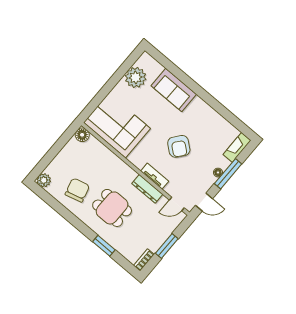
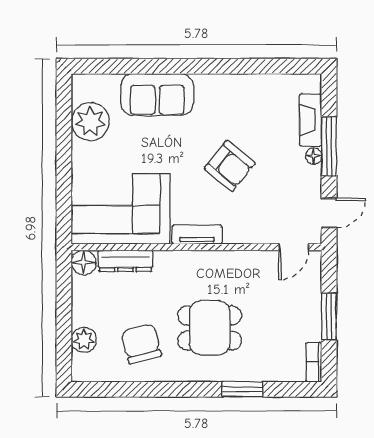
fireplace: (237, 147) -> (311, 120), moved
tv unit: (155, 176) -> (197, 235), moved
plant: (44, 180) -> (84, 340), moved
dresser: (147, 189) -> (125, 261), moved

